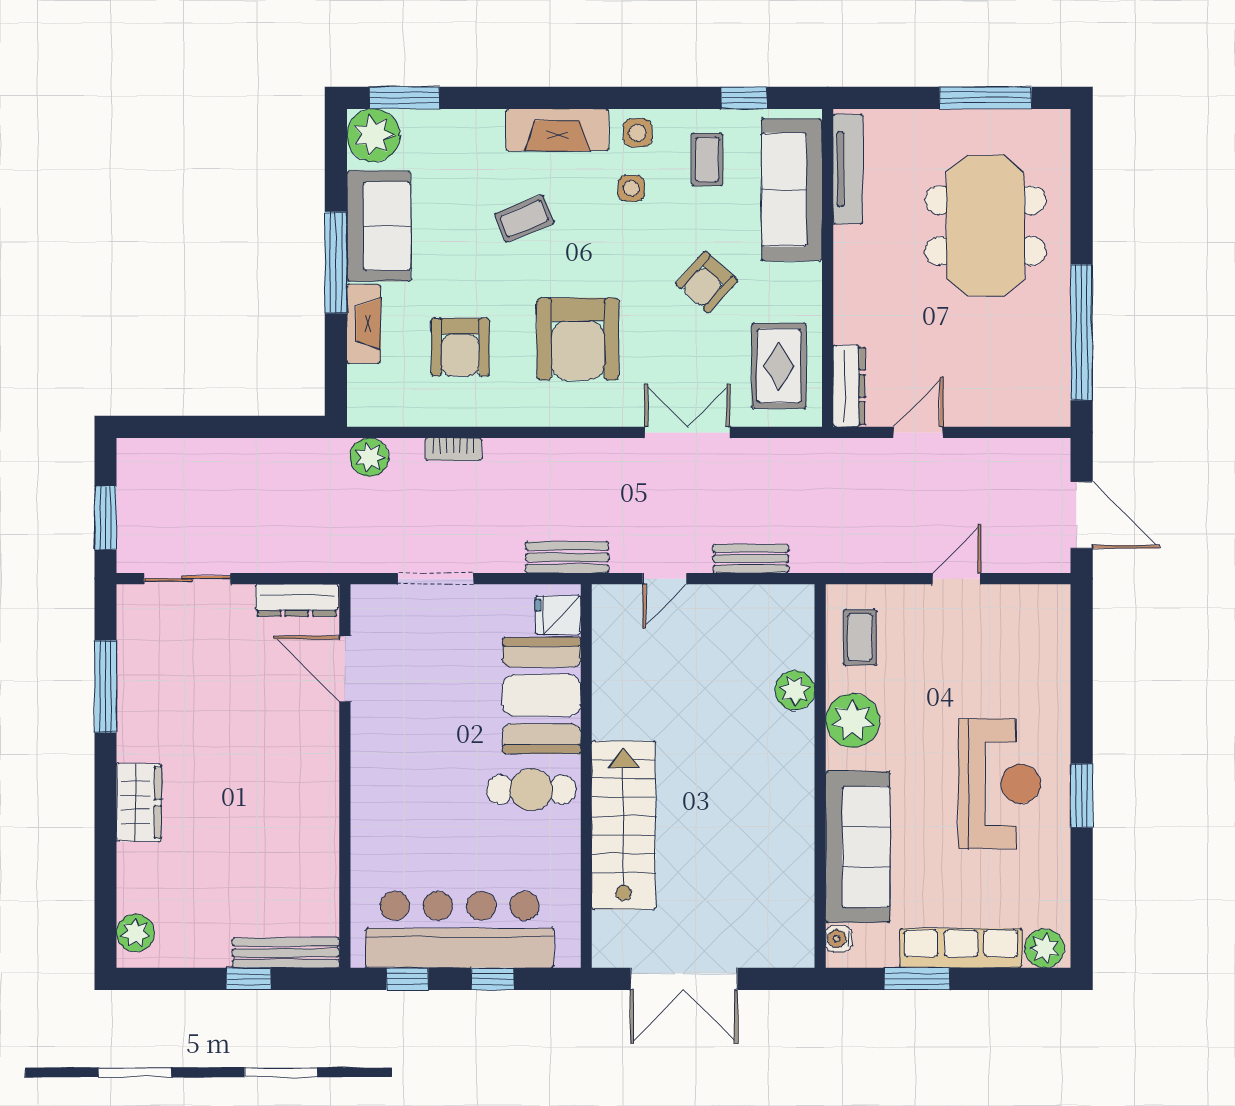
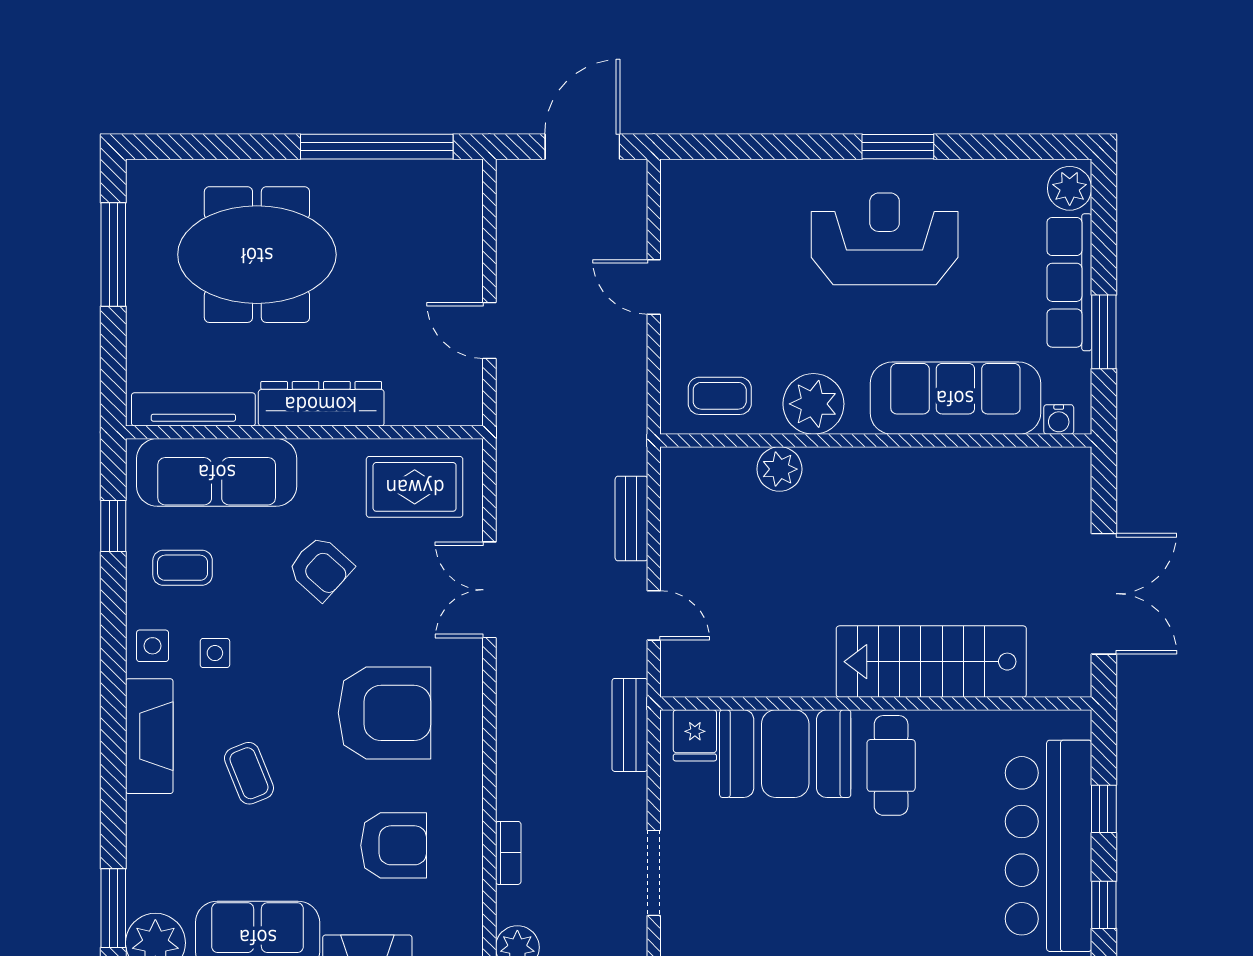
dresser: (849, 386) -> (321, 404), moved, width x1.37, depth x1.24

